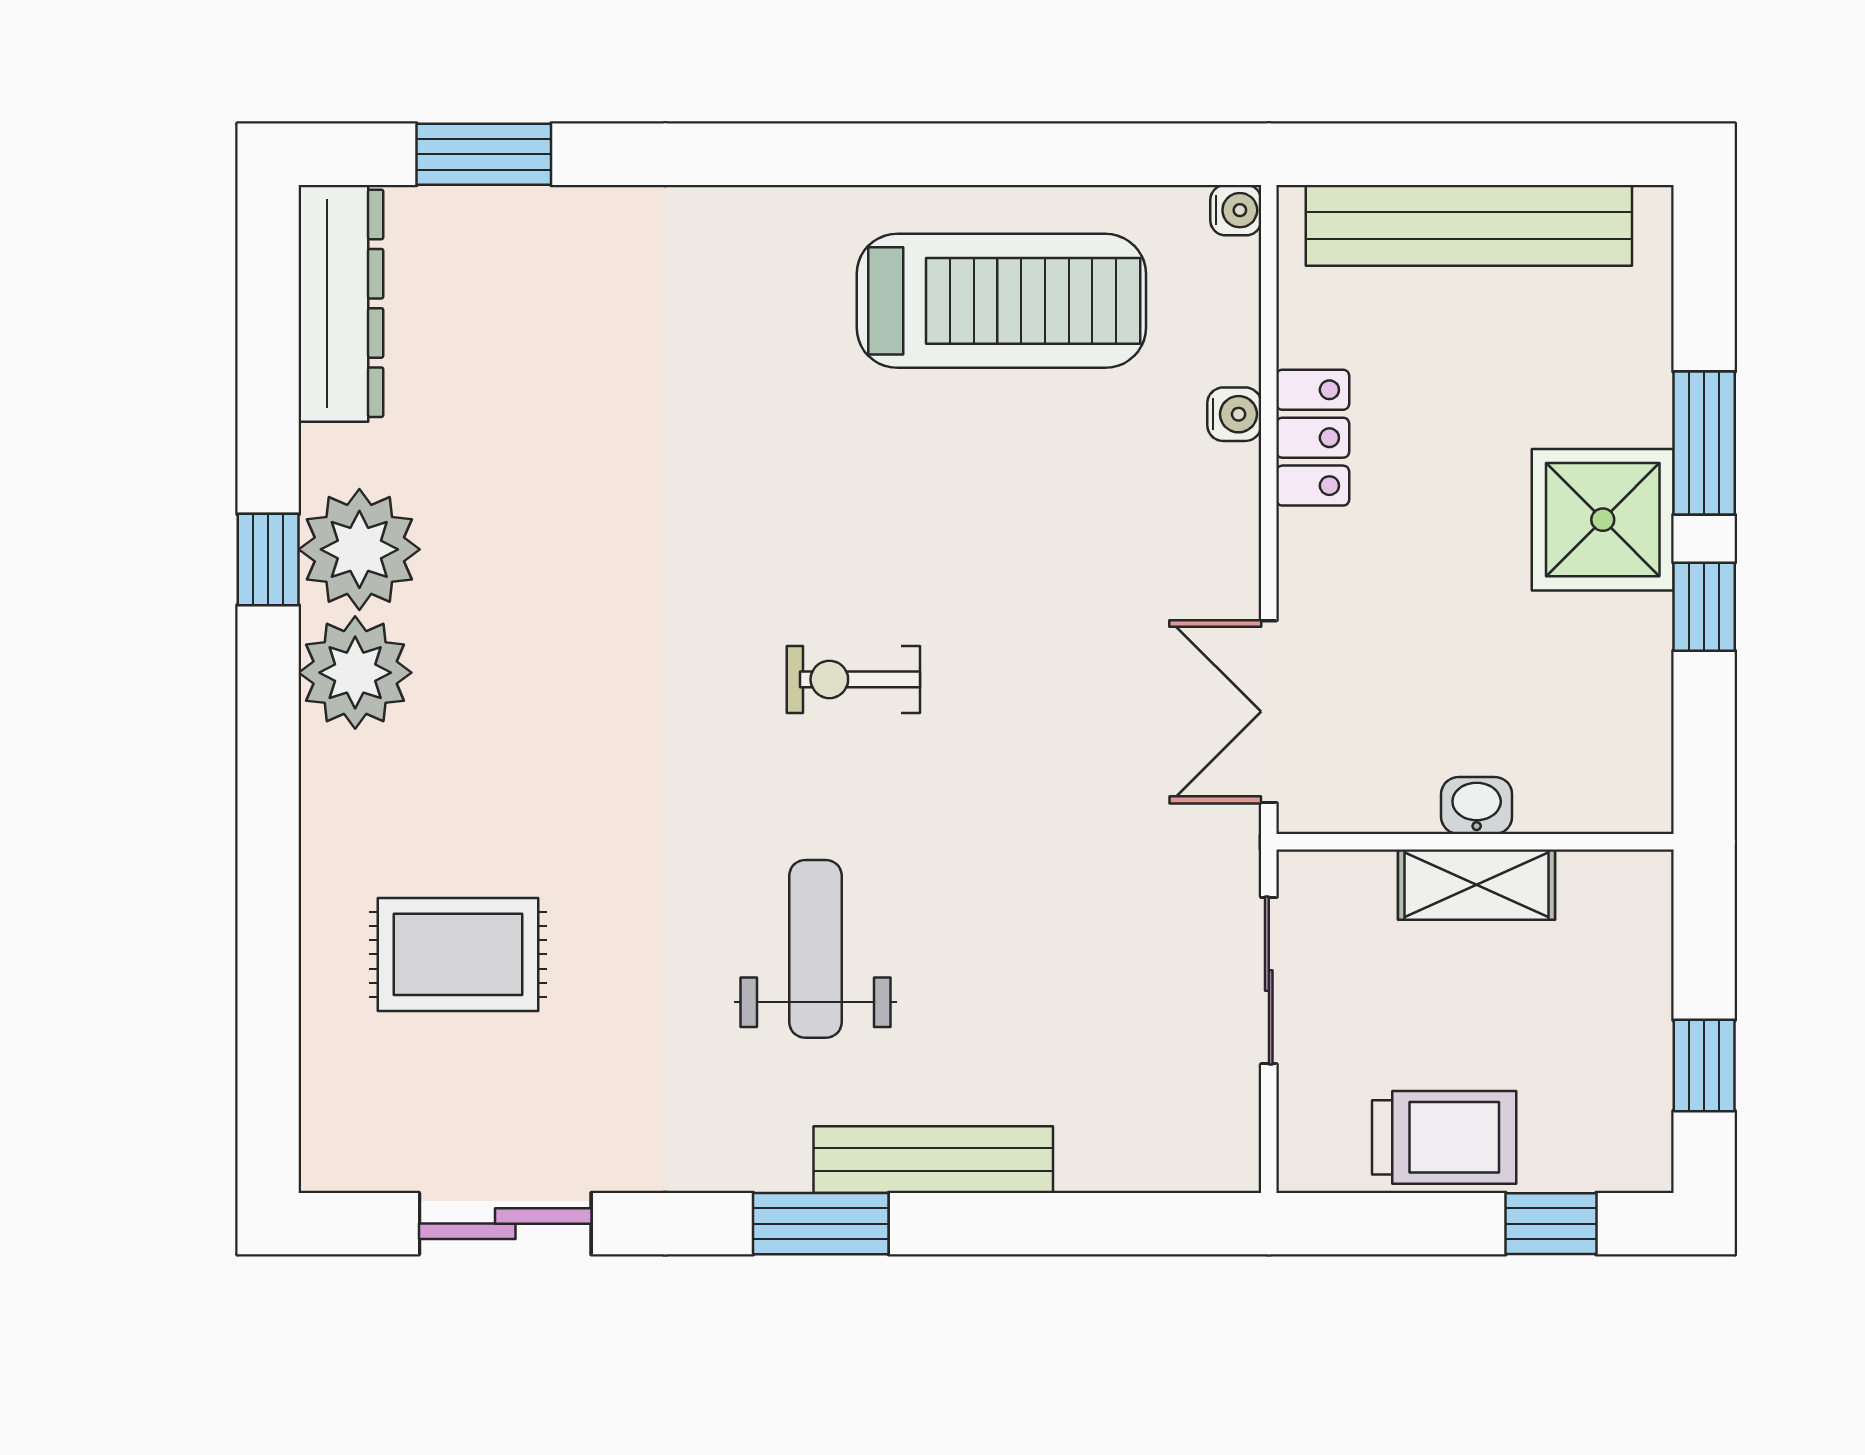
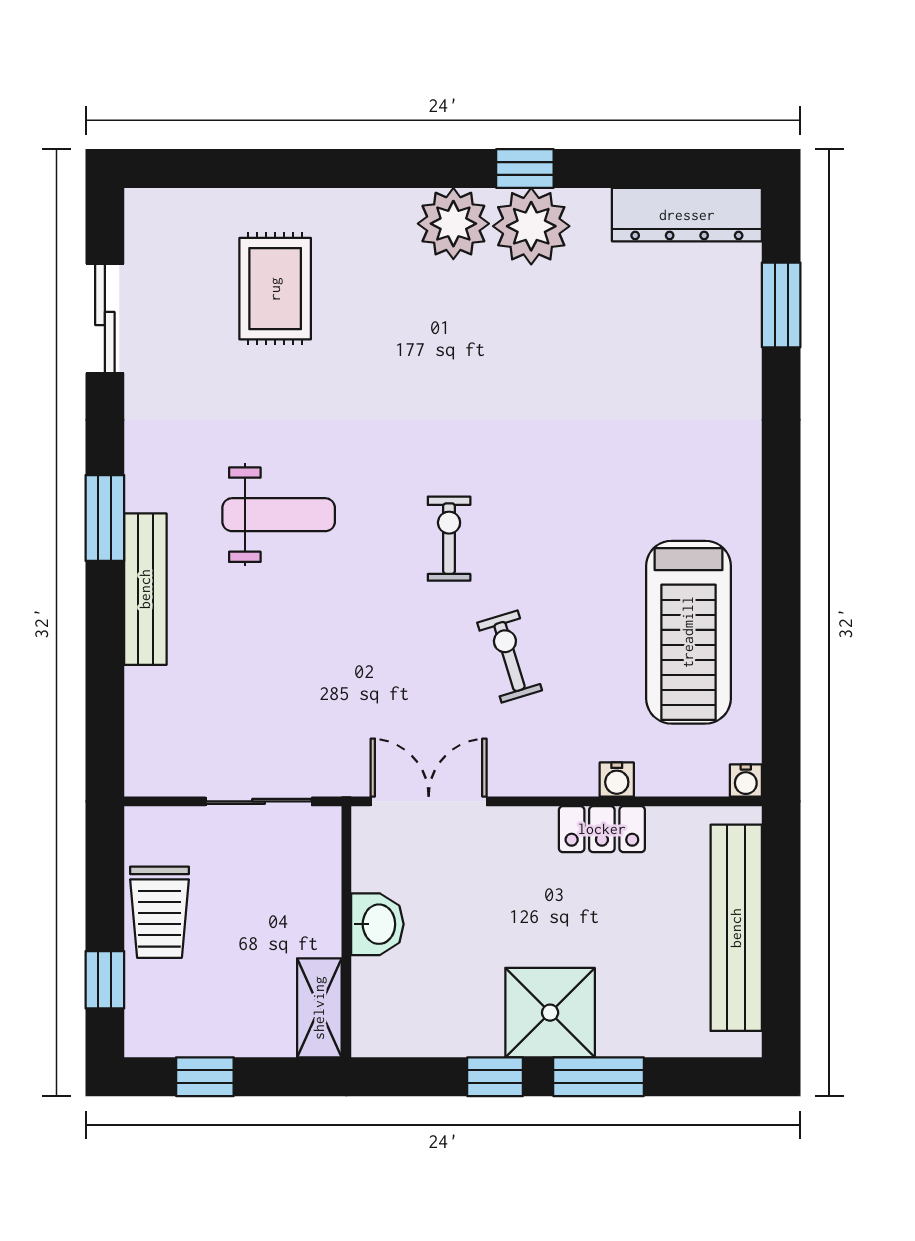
exercise bike: (1040, 584) -> (510, 656), added
washbasin: (1477, 805) -> (377, 924), width x1.38, depth x1.45
shelving: (1476, 885) -> (319, 1008), moved

